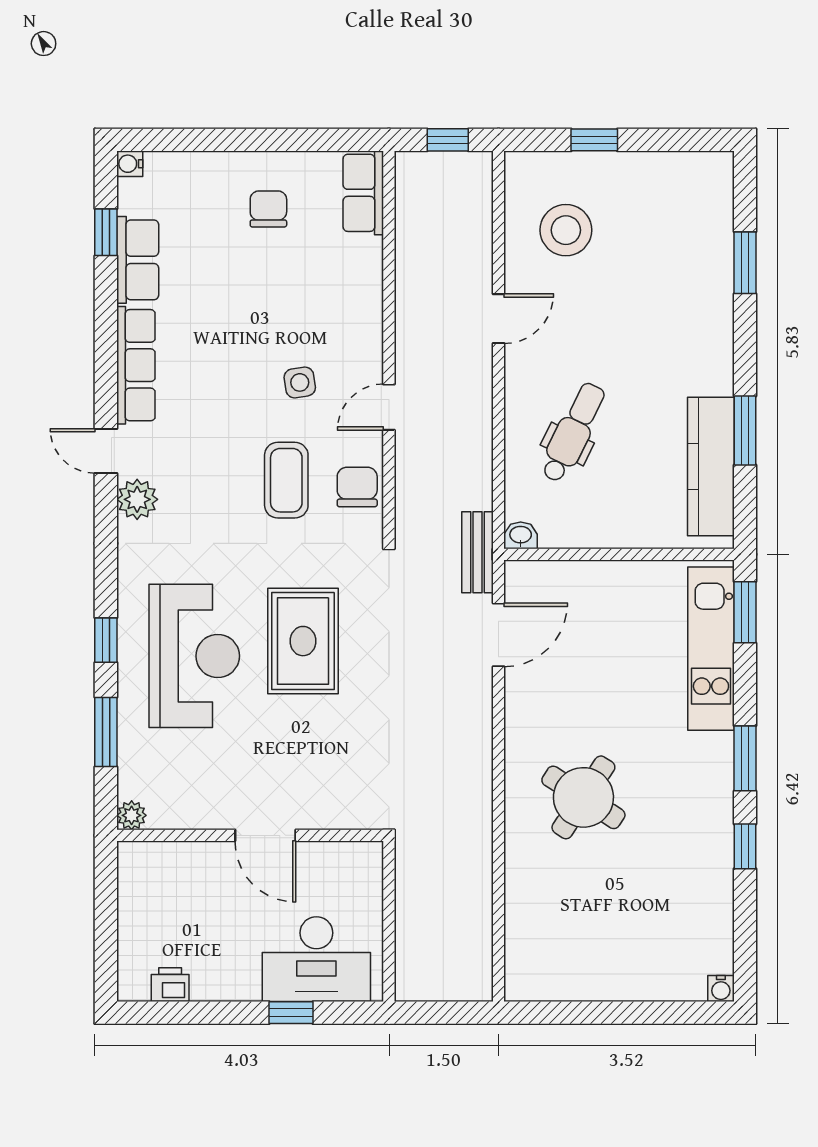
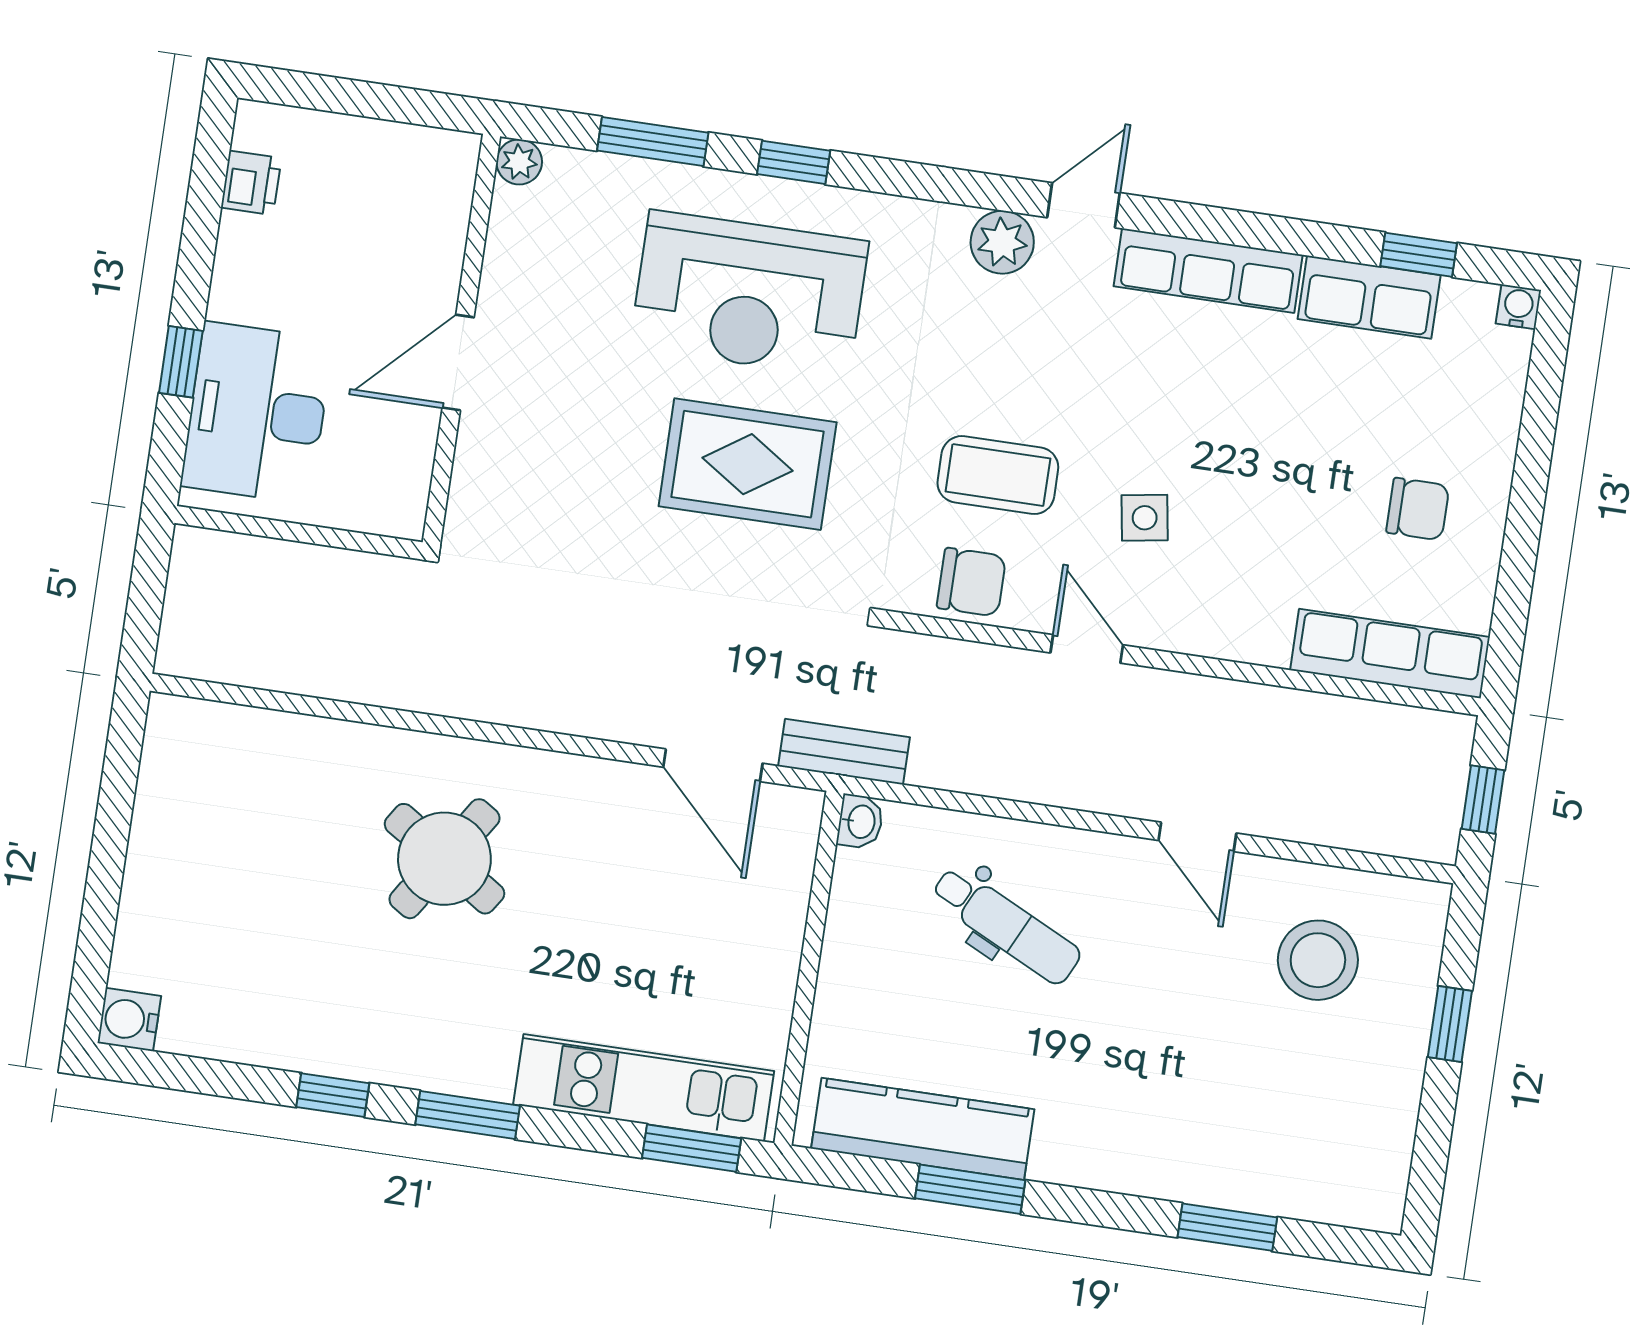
row of seats: (363, 193) -> (1390, 654), width x1.48
water cooler: (721, 989) -> (129, 1020), width x1.38, depth x1.38

